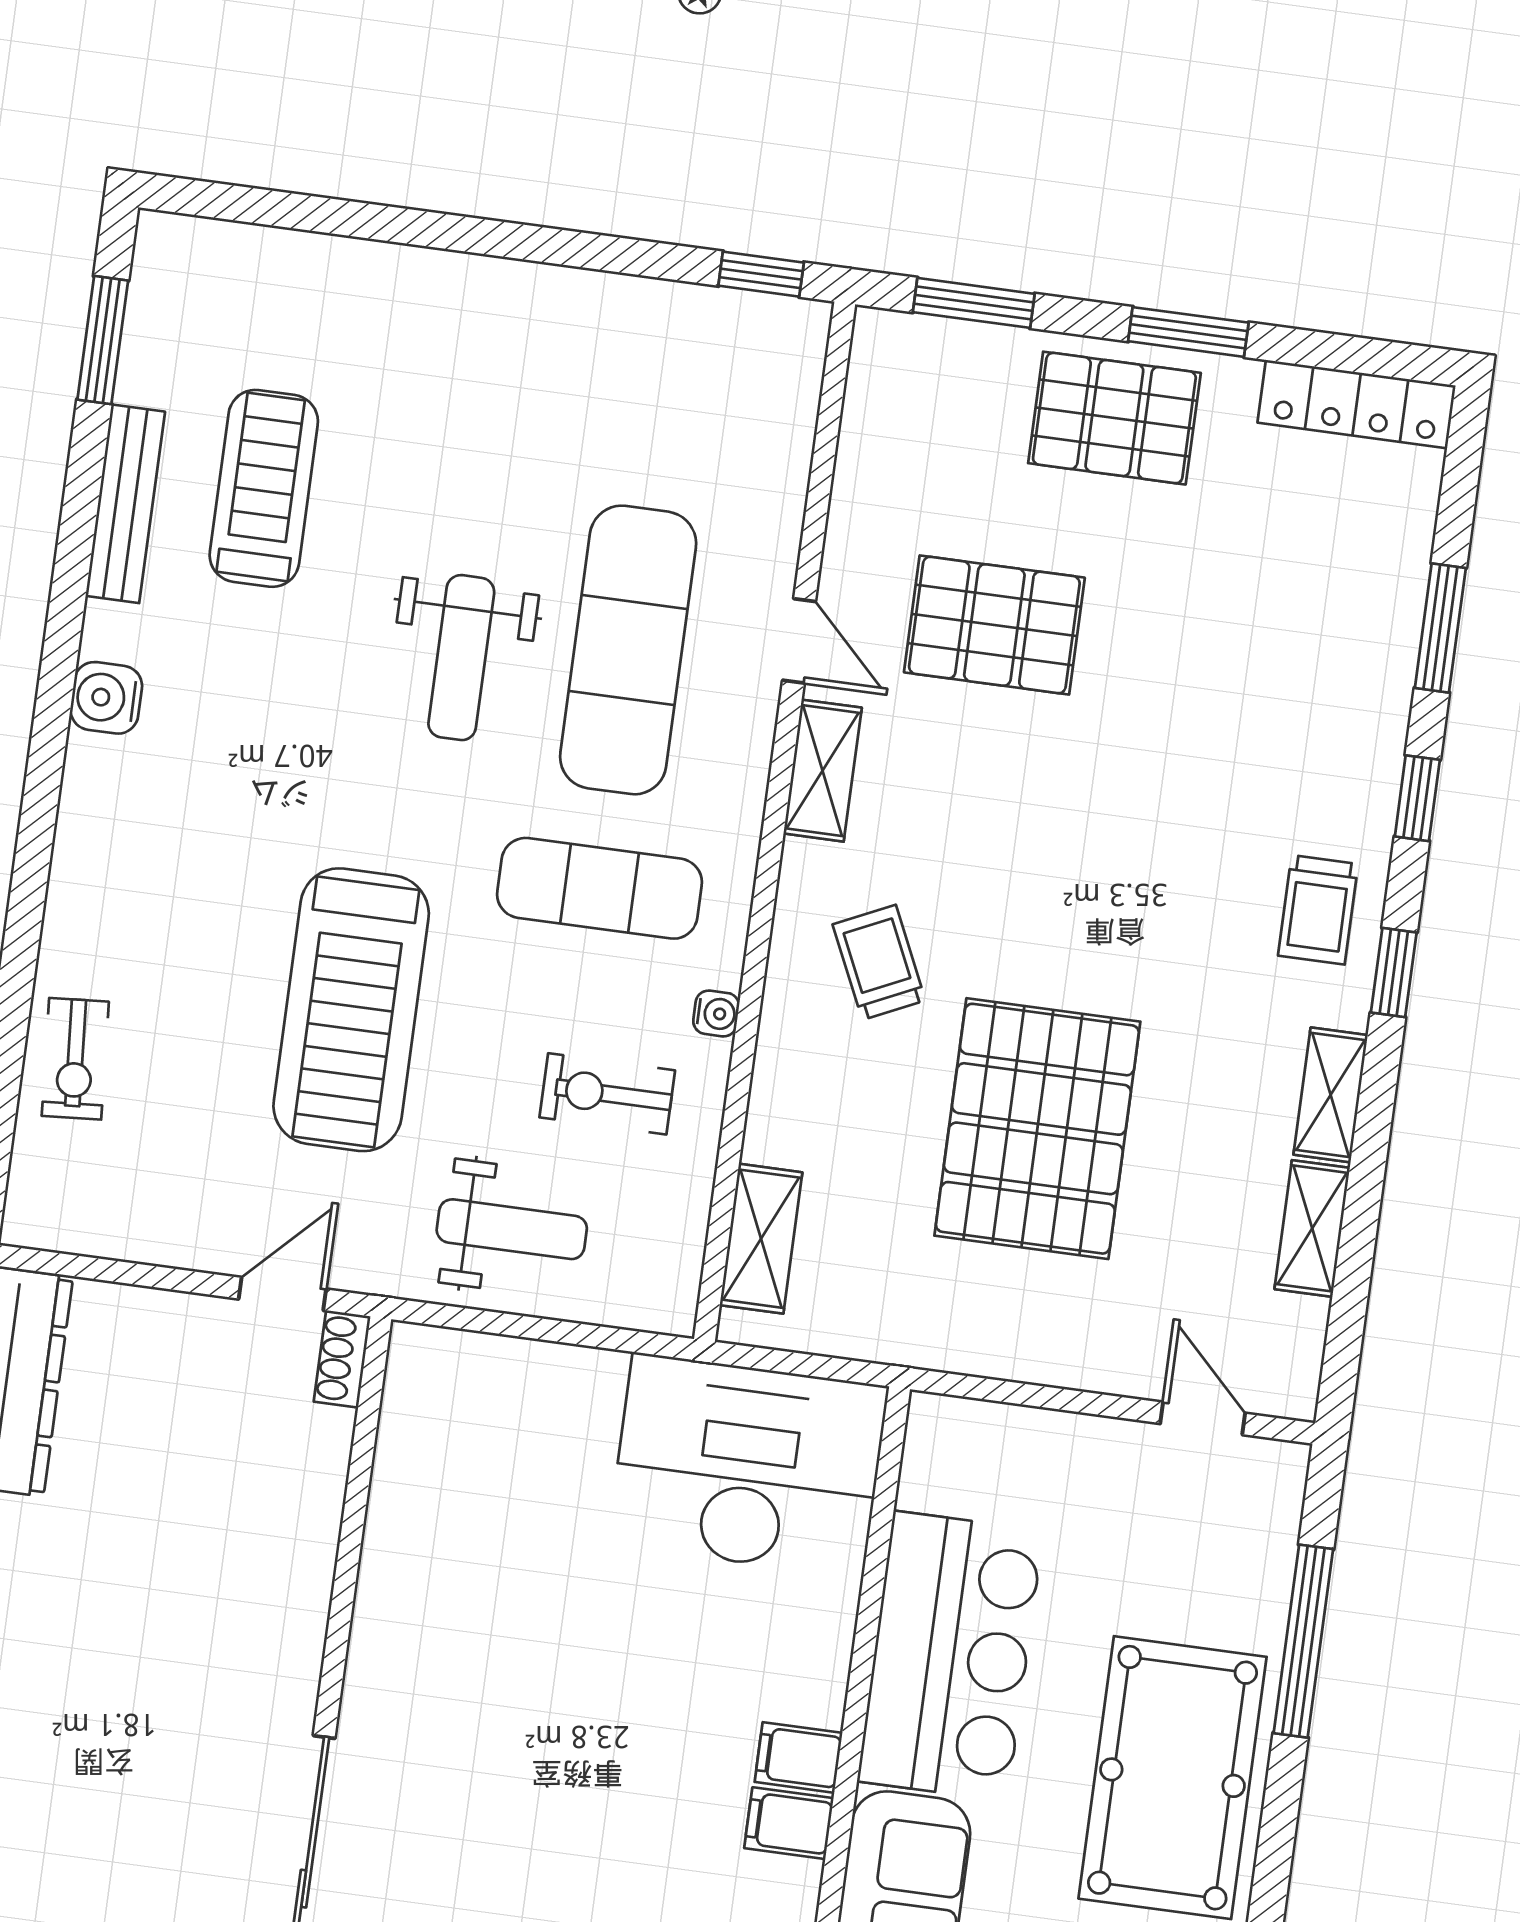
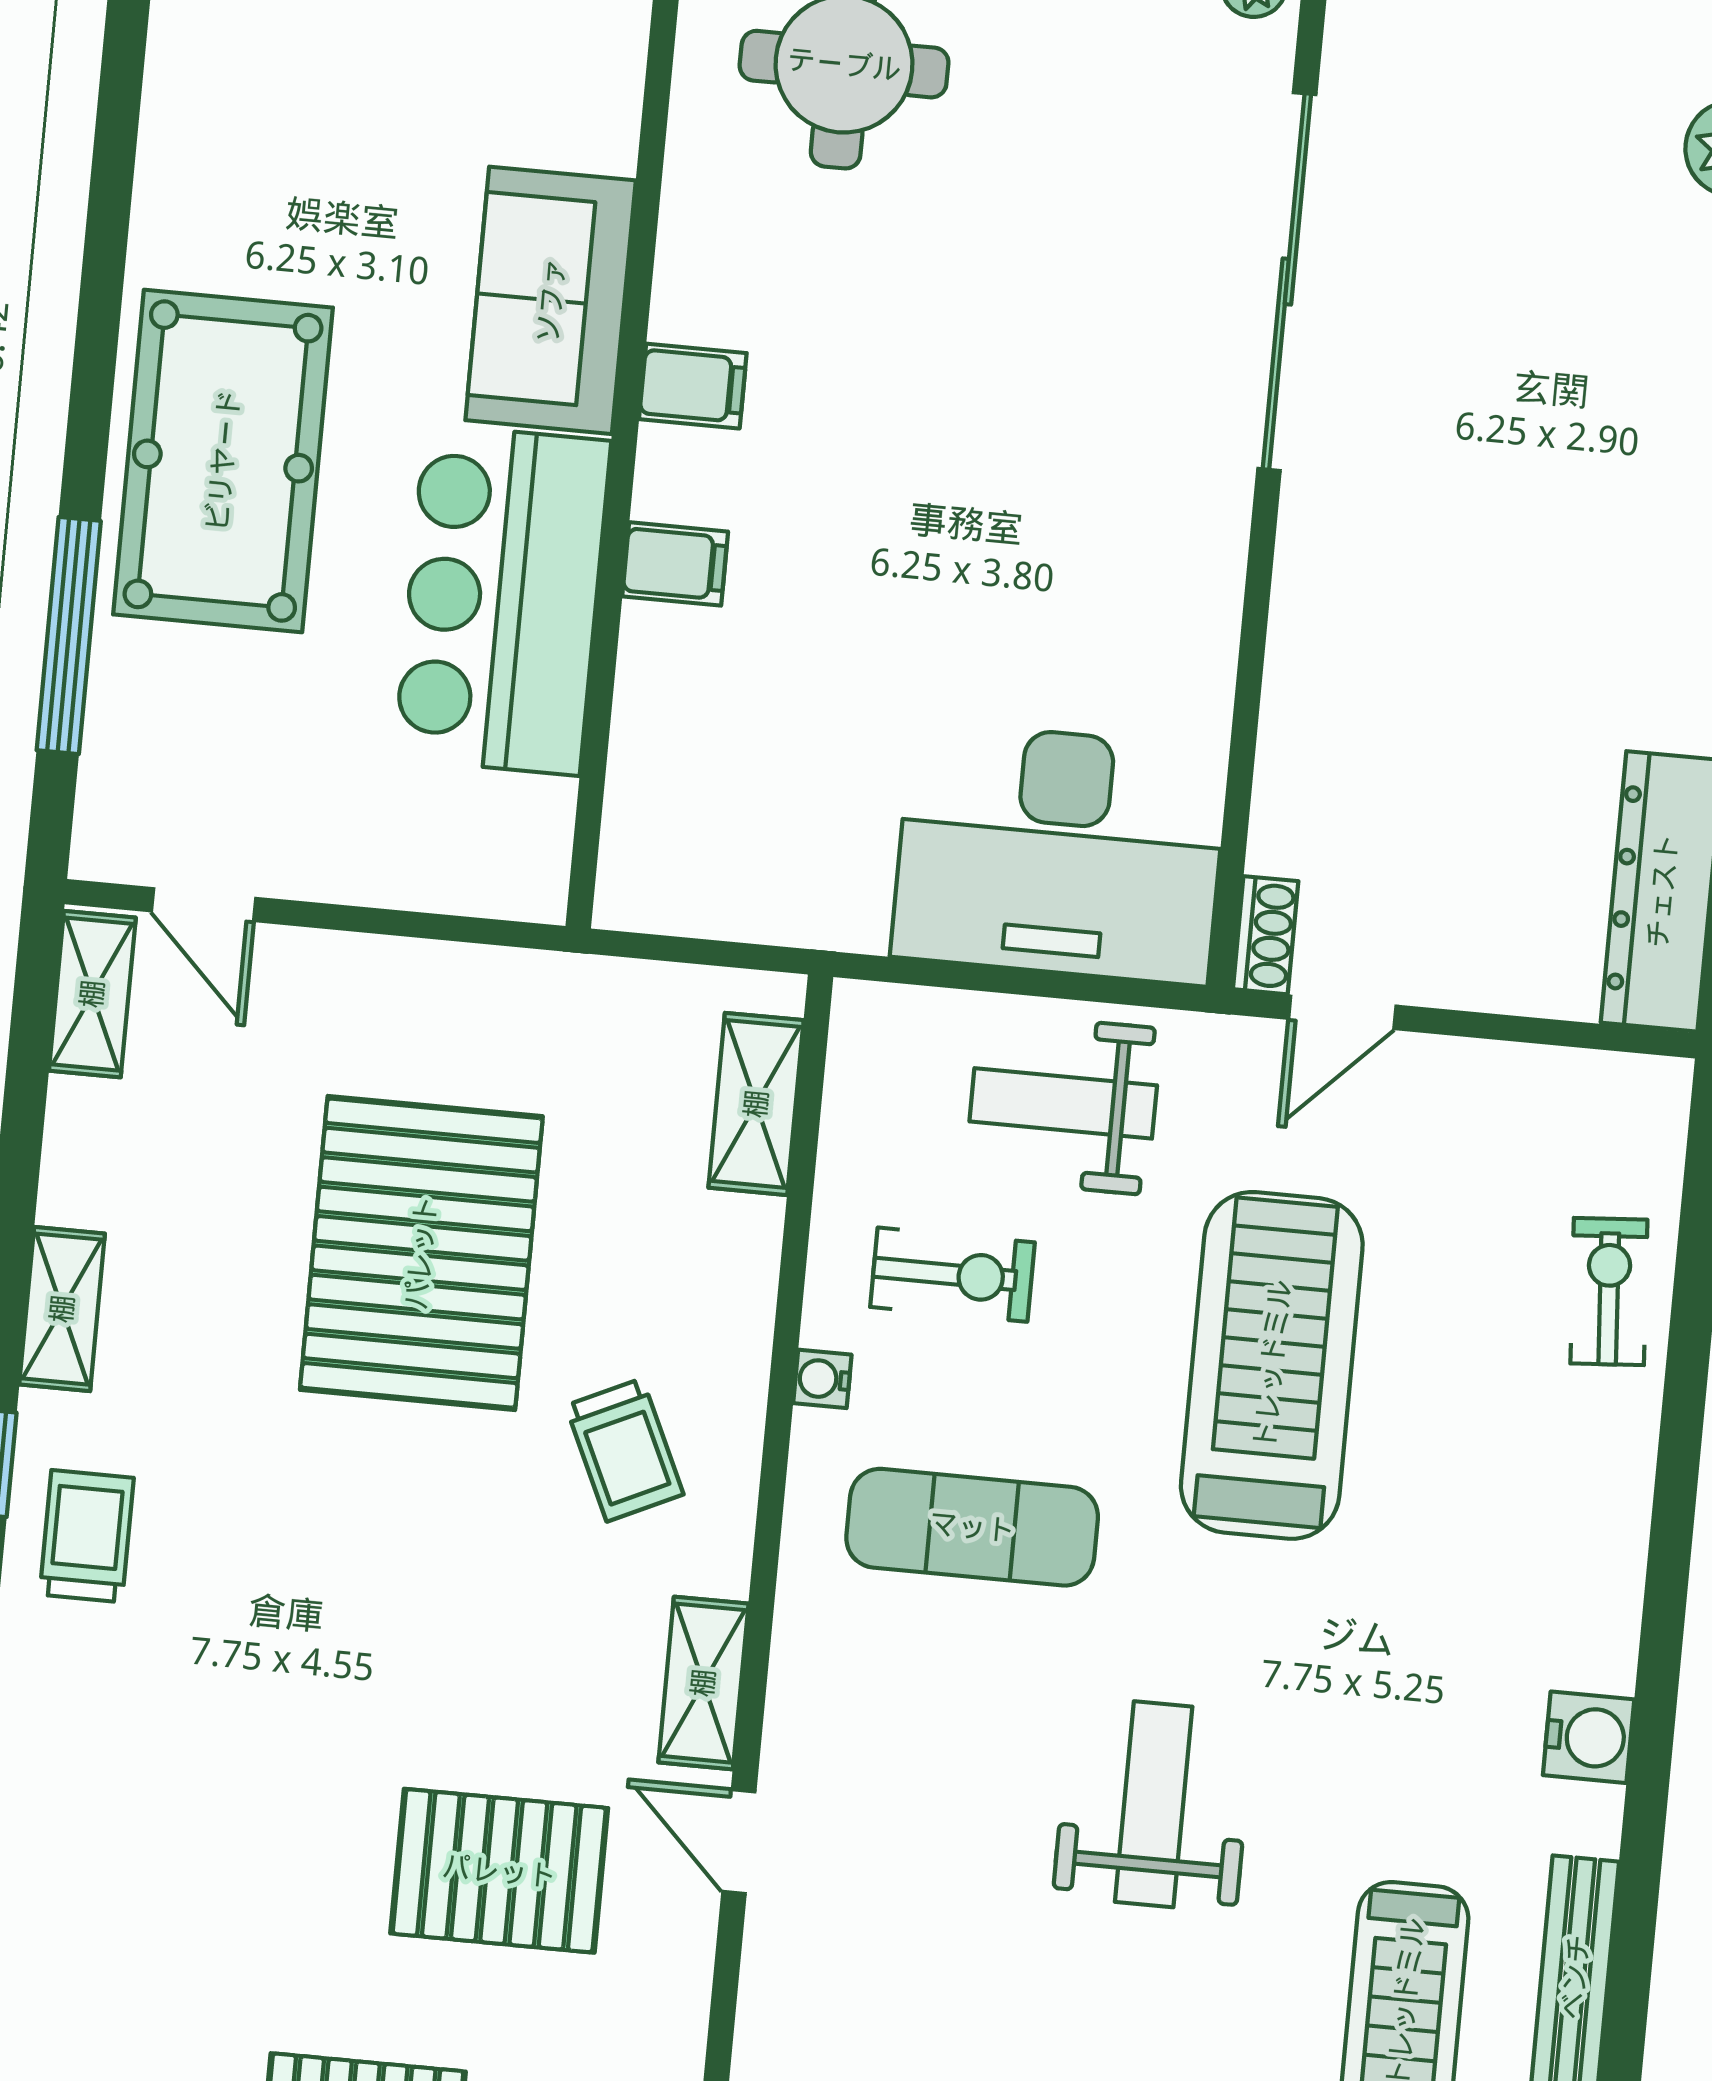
exercise mat: (628, 650) -> (949, 1822), removed
shelving: (1312, 1228) -> (92, 994), moved
desk: (748, 1465) -> (1060, 853), moved
filing cabinet: (799, 1757) -> (675, 564), moved

